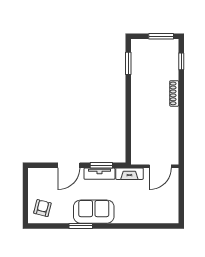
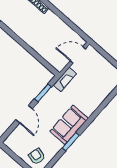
door: (160, 166) -> (78, 55), swing flipped
tv unit: (99, 174) -> (47, 99), removed

